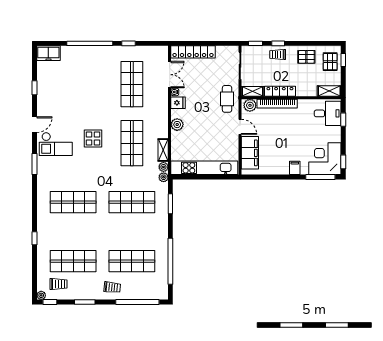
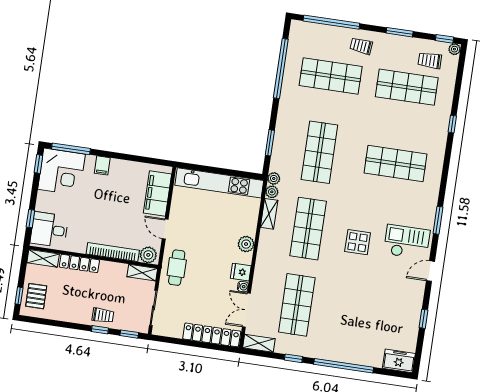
shelving: (156, 51) -> (259, 343), added
pallet: (306, 57) -> (66, 307), removed
locker: (280, 91) -> (79, 263), moved
shop shelf: (132, 202) -> (319, 152), turned 90

